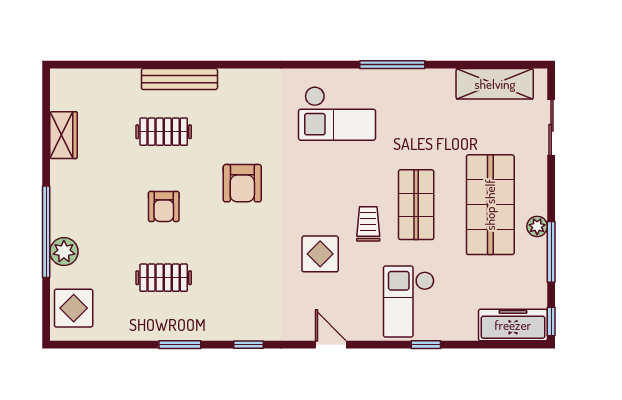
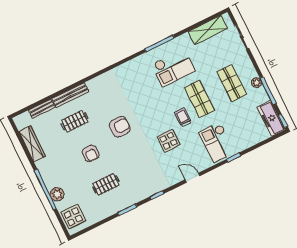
bench: (113, 78) -> (42, 109), added
checkout: (337, 113) -> (173, 68), moved
wardrobe: (64, 135) -> (32, 144), width x1.50
armchair: (242, 183) -> (120, 127), turned -90
shop shelf: (490, 205) -> (232, 83), width x0.70, depth x0.74
freezer: (513, 325) -> (271, 119), moved, turned -90

